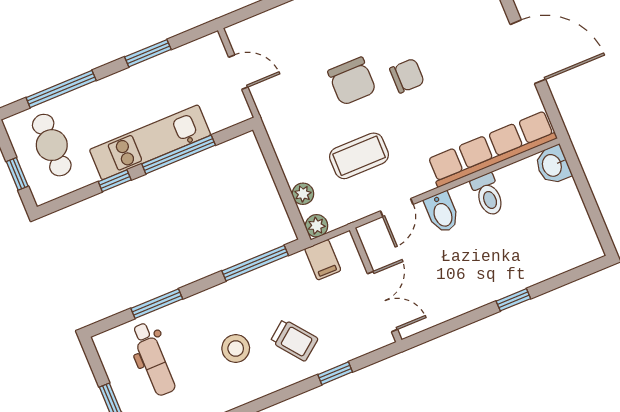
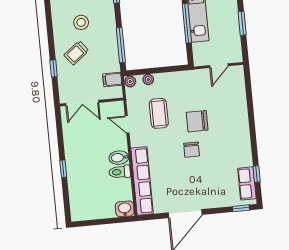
bidet: (442, 212) -> (119, 158), moved

